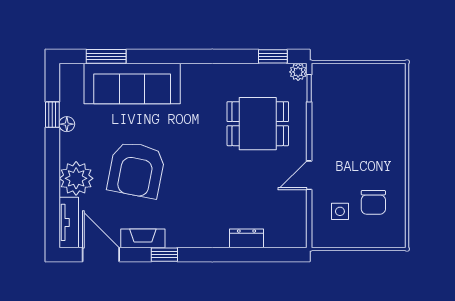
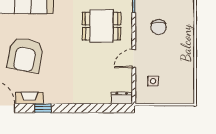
chair: (373, 202) -> (158, 27), moved
dresser: (246, 238) -> (122, 98), moved

